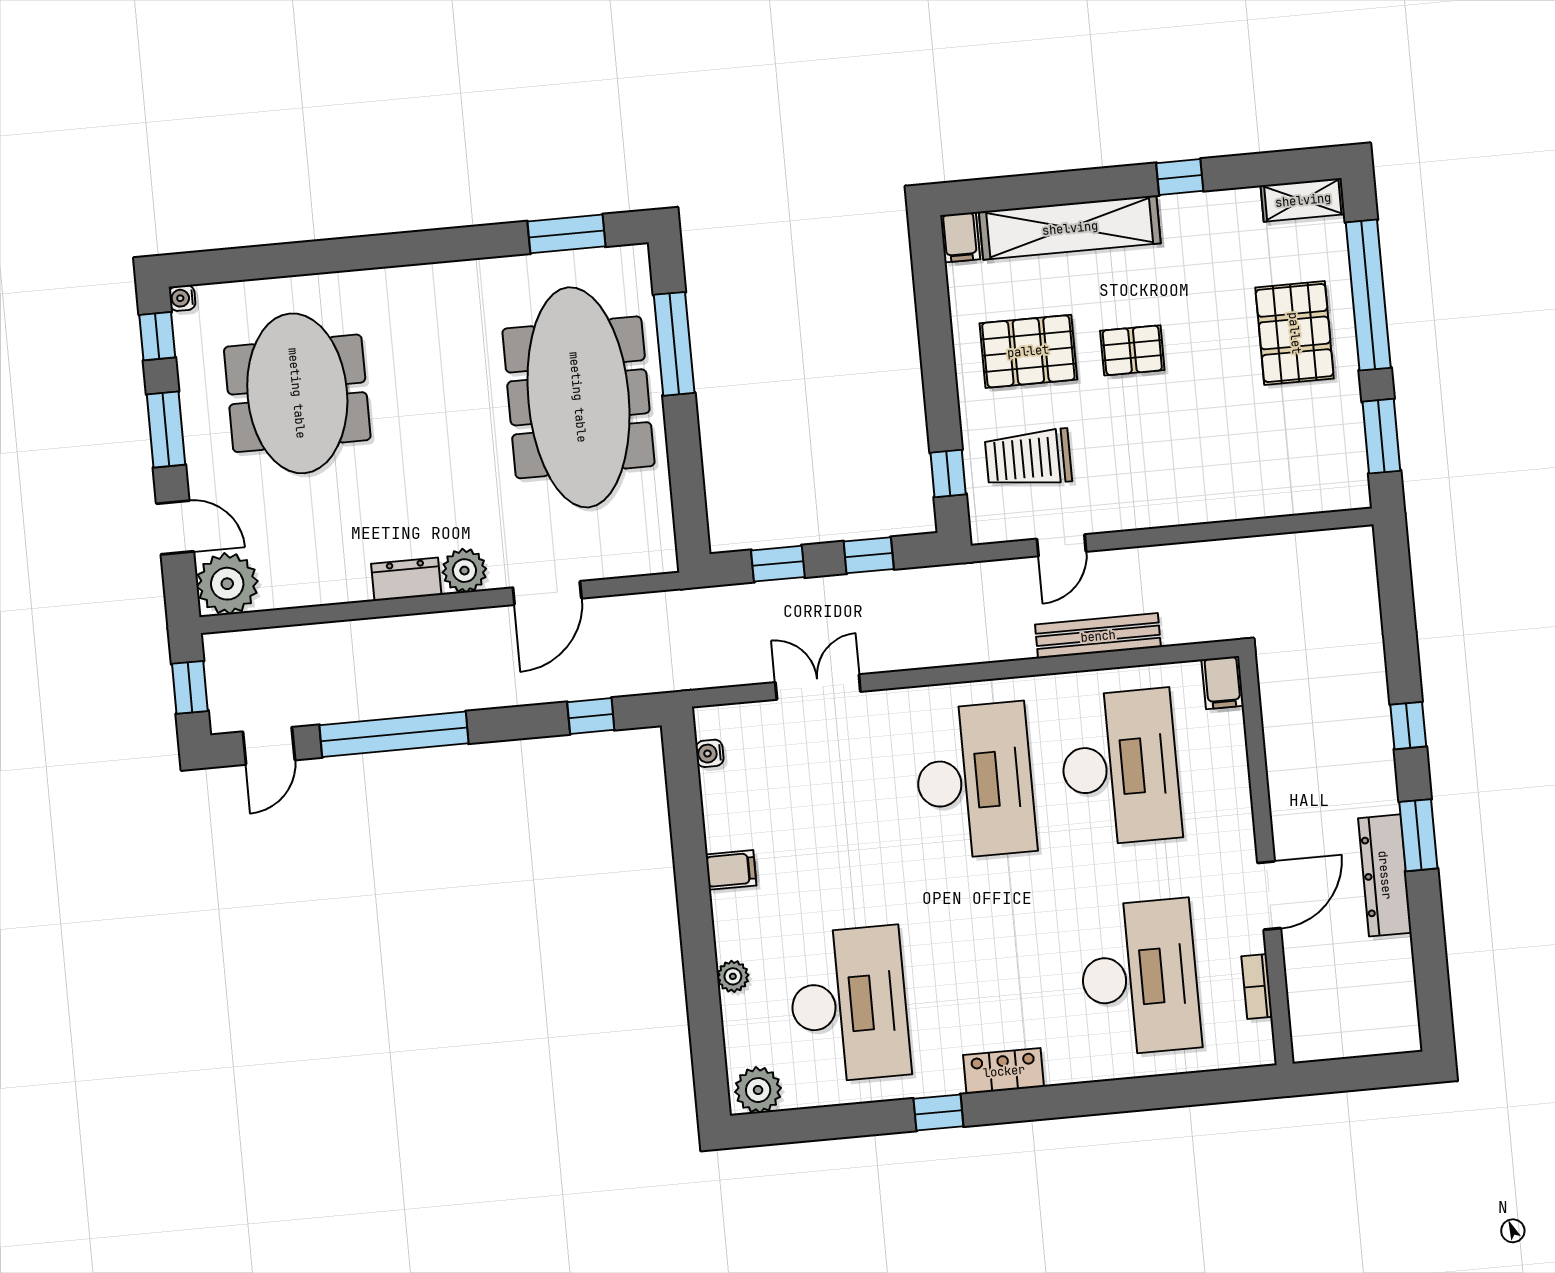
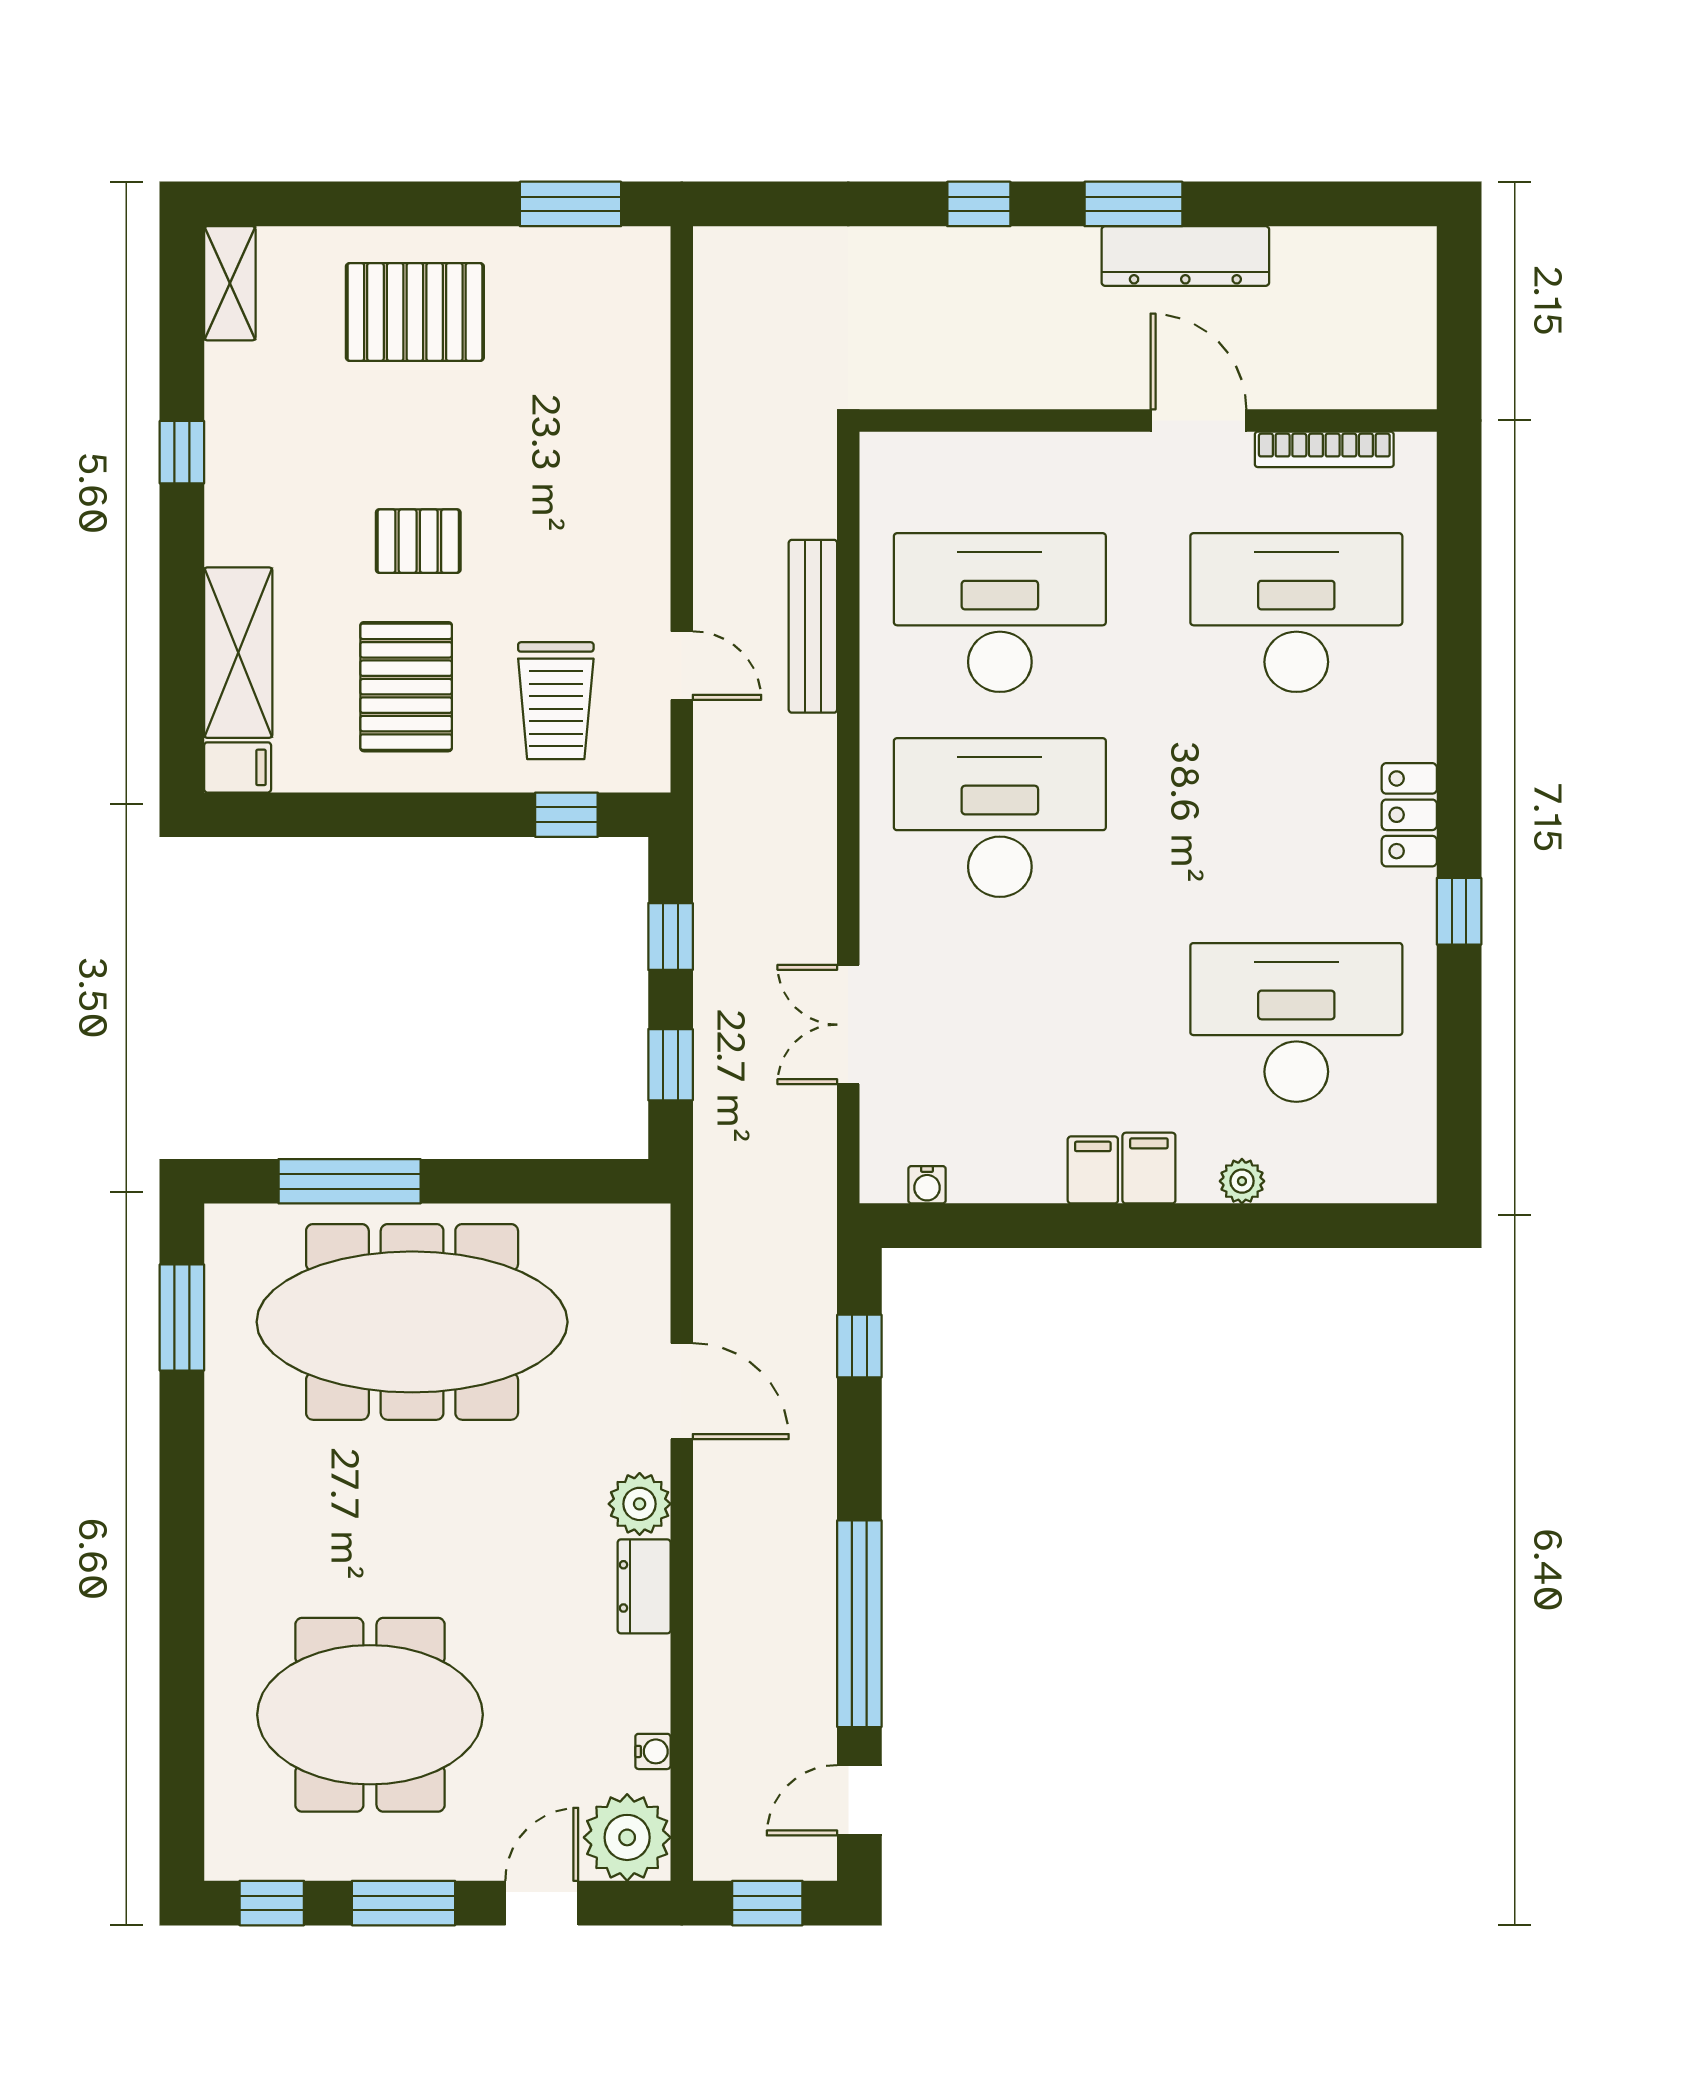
shelving: (1070, 228) -> (238, 653), width x0.68
window: (1368, 295) -> (371, 204), removed
water cooler: (182, 298) -> (653, 1751), moved, turned -90
pallet: (1132, 350) -> (418, 541), turned 90
filing cabinet: (1223, 683) -> (1149, 1168), moved, turned -90
door: (269, 746) -> (859, 1800), swing flipped
bookcase: (1257, 987) -> (1324, 449), width x1.56
plant: (758, 1090) -> (1404, 1161), removed

